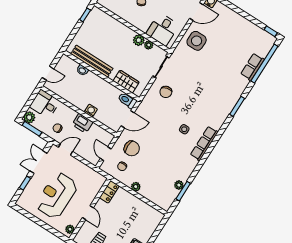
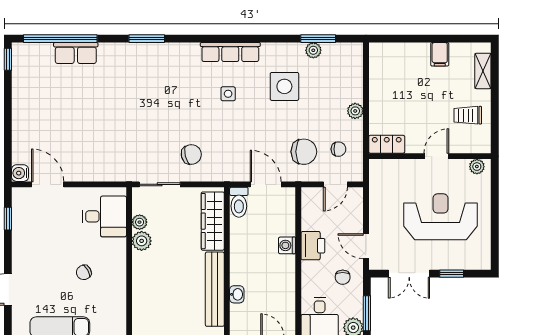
side table: (197, 41) -> (284, 86), moved
wardrobe: (126, 82) -> (213, 221), width x1.50
chair: (132, 148) -> (304, 152), turned 90
reception desk: (57, 195) -> (440, 217), turned 180

